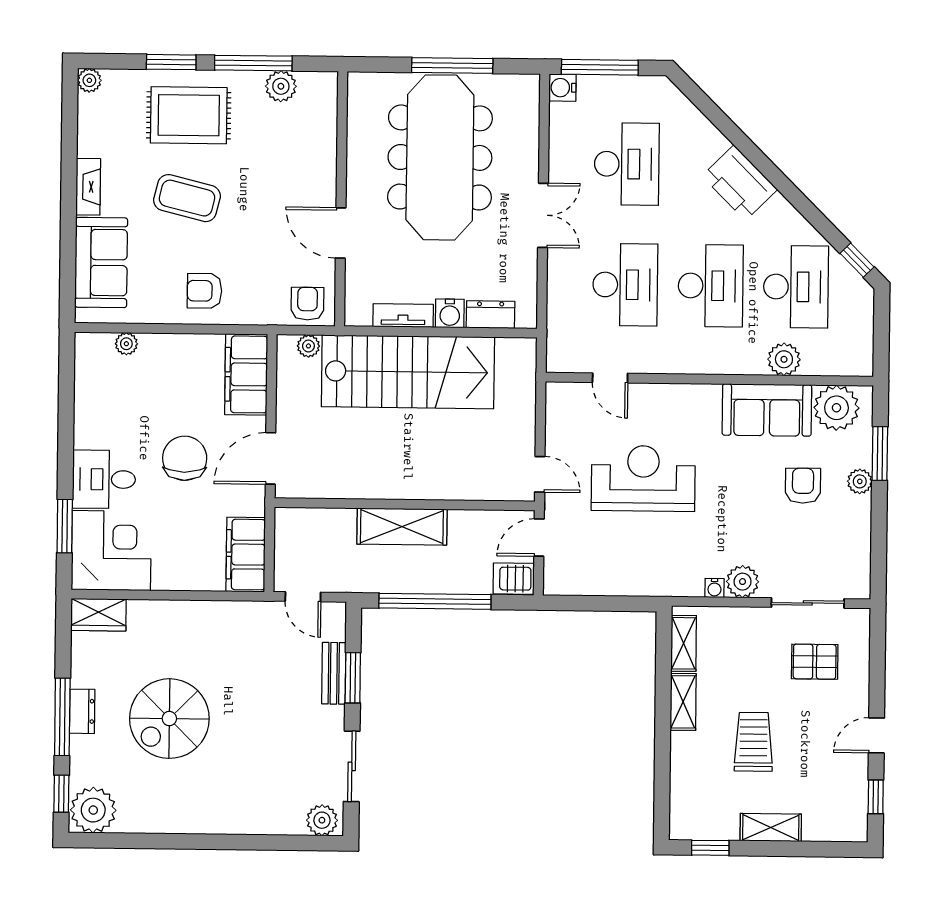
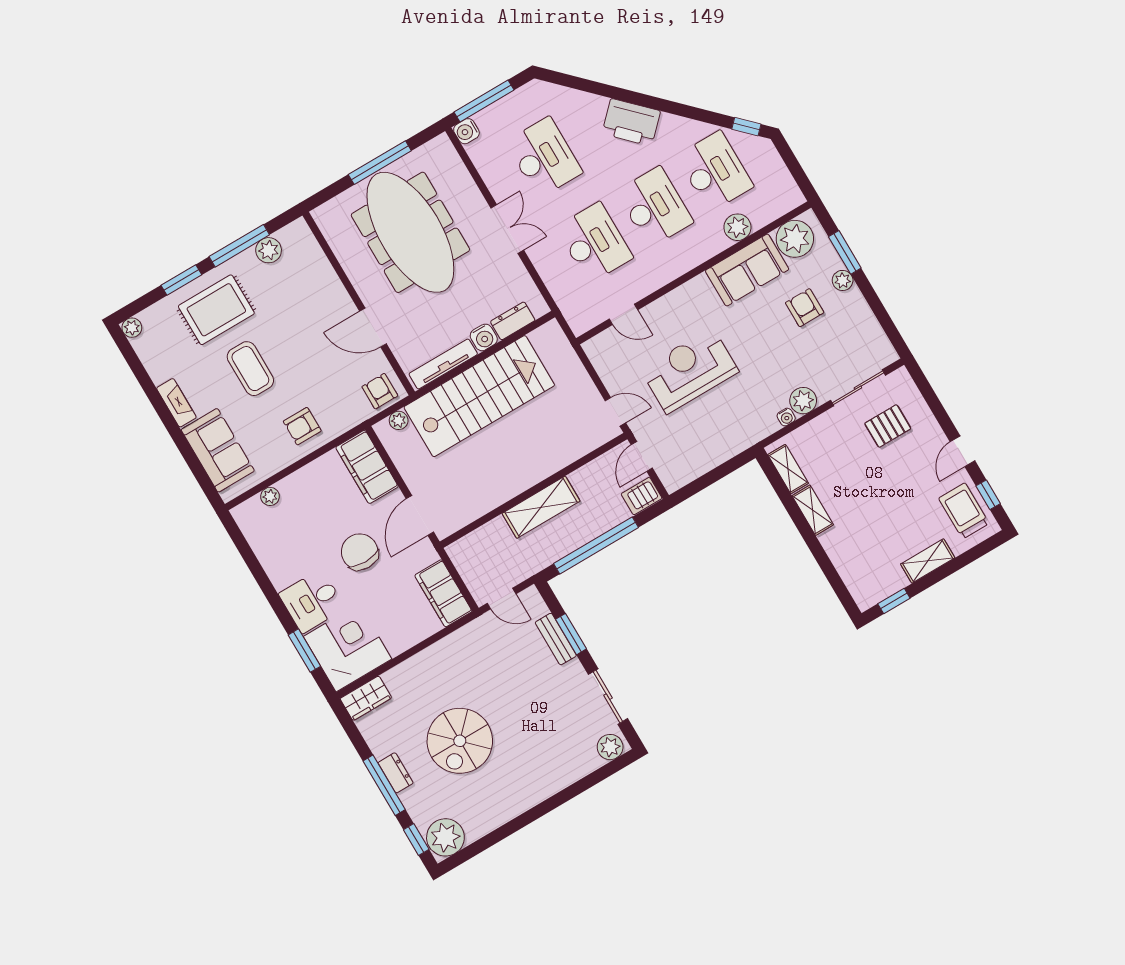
coffee table: (187, 198) -> (250, 369), turned 76
tv unit: (403, 316) -> (443, 364), width x1.41
trolley: (753, 742) -> (964, 511), moved

